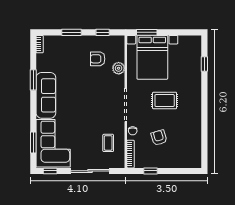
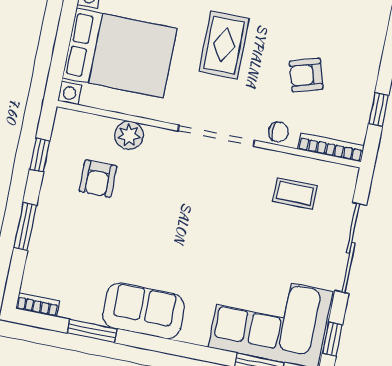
window: (147, 32) -> (60, 54), removed
window: (33, 80) -> (92, 331), moved
sofa: (46, 95) -> (144, 311), width x0.73

